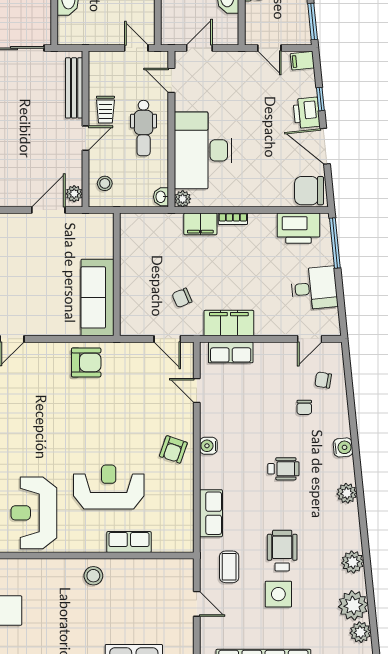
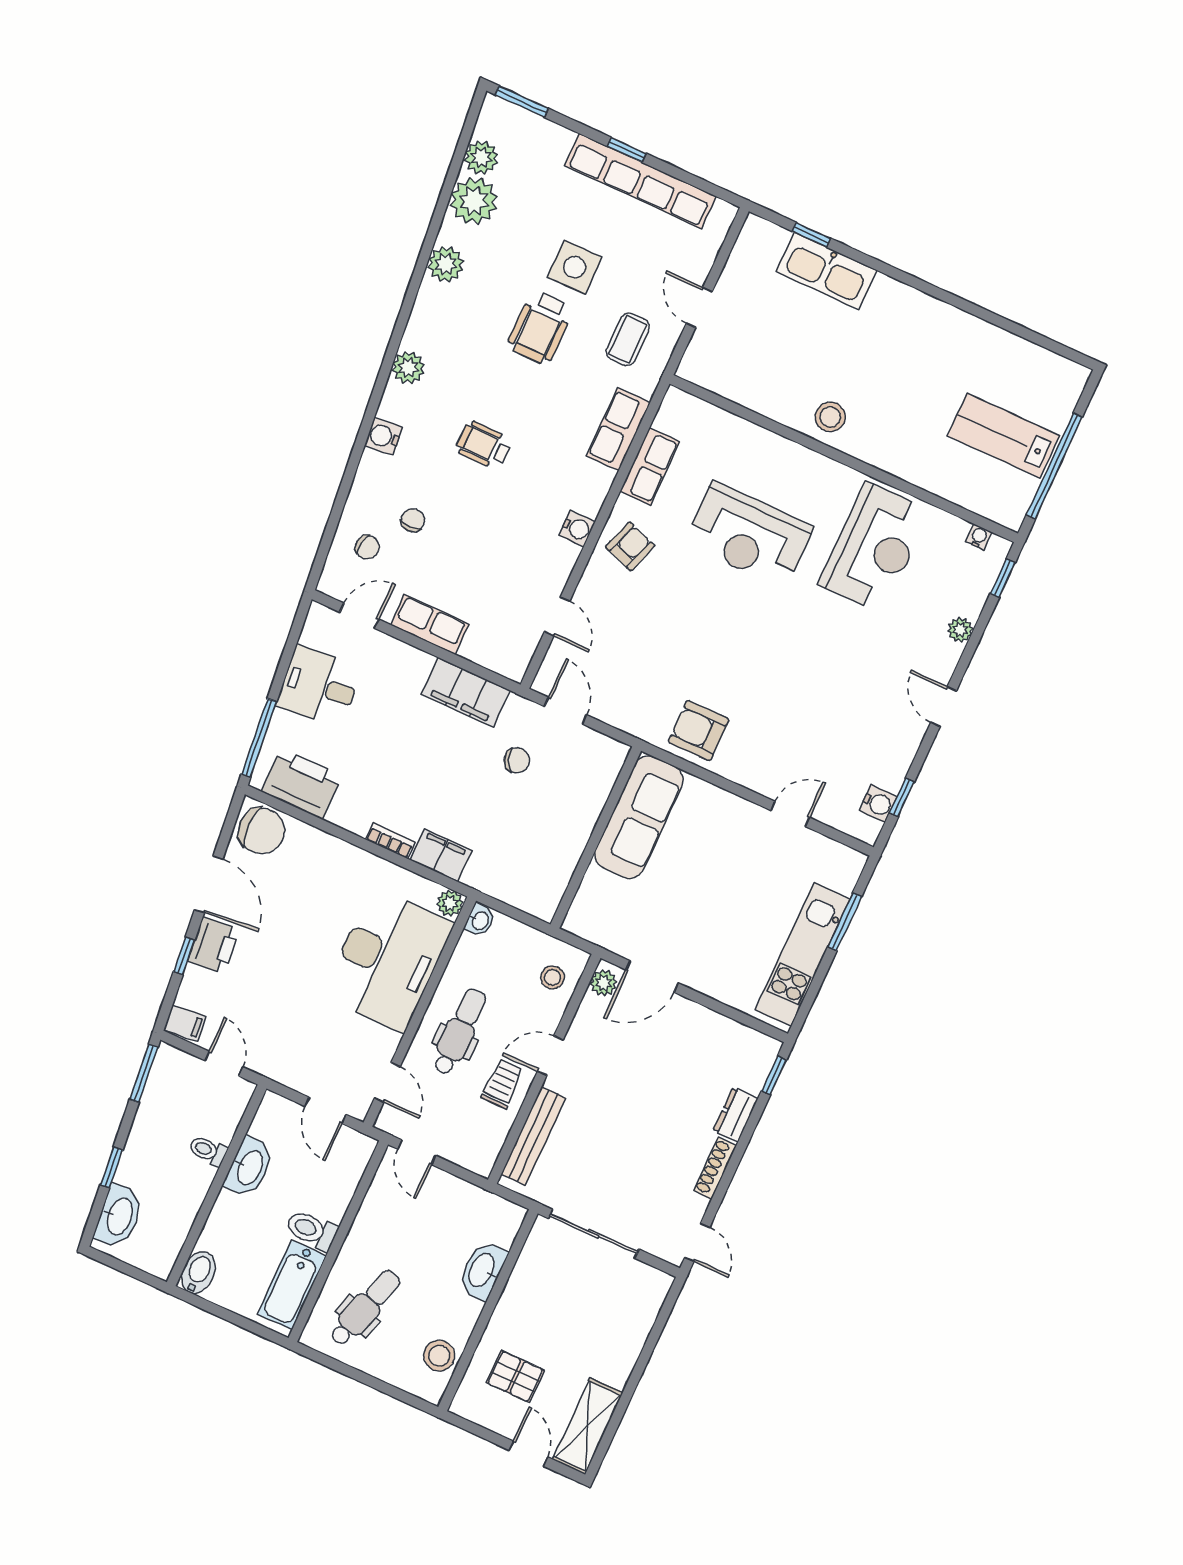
door: (199, 48) -> (325, 1110), hinge flipped
row of seats: (231, 352) -> (430, 624), moved
row of seats: (129, 542) -> (650, 466), moved, turned -90

